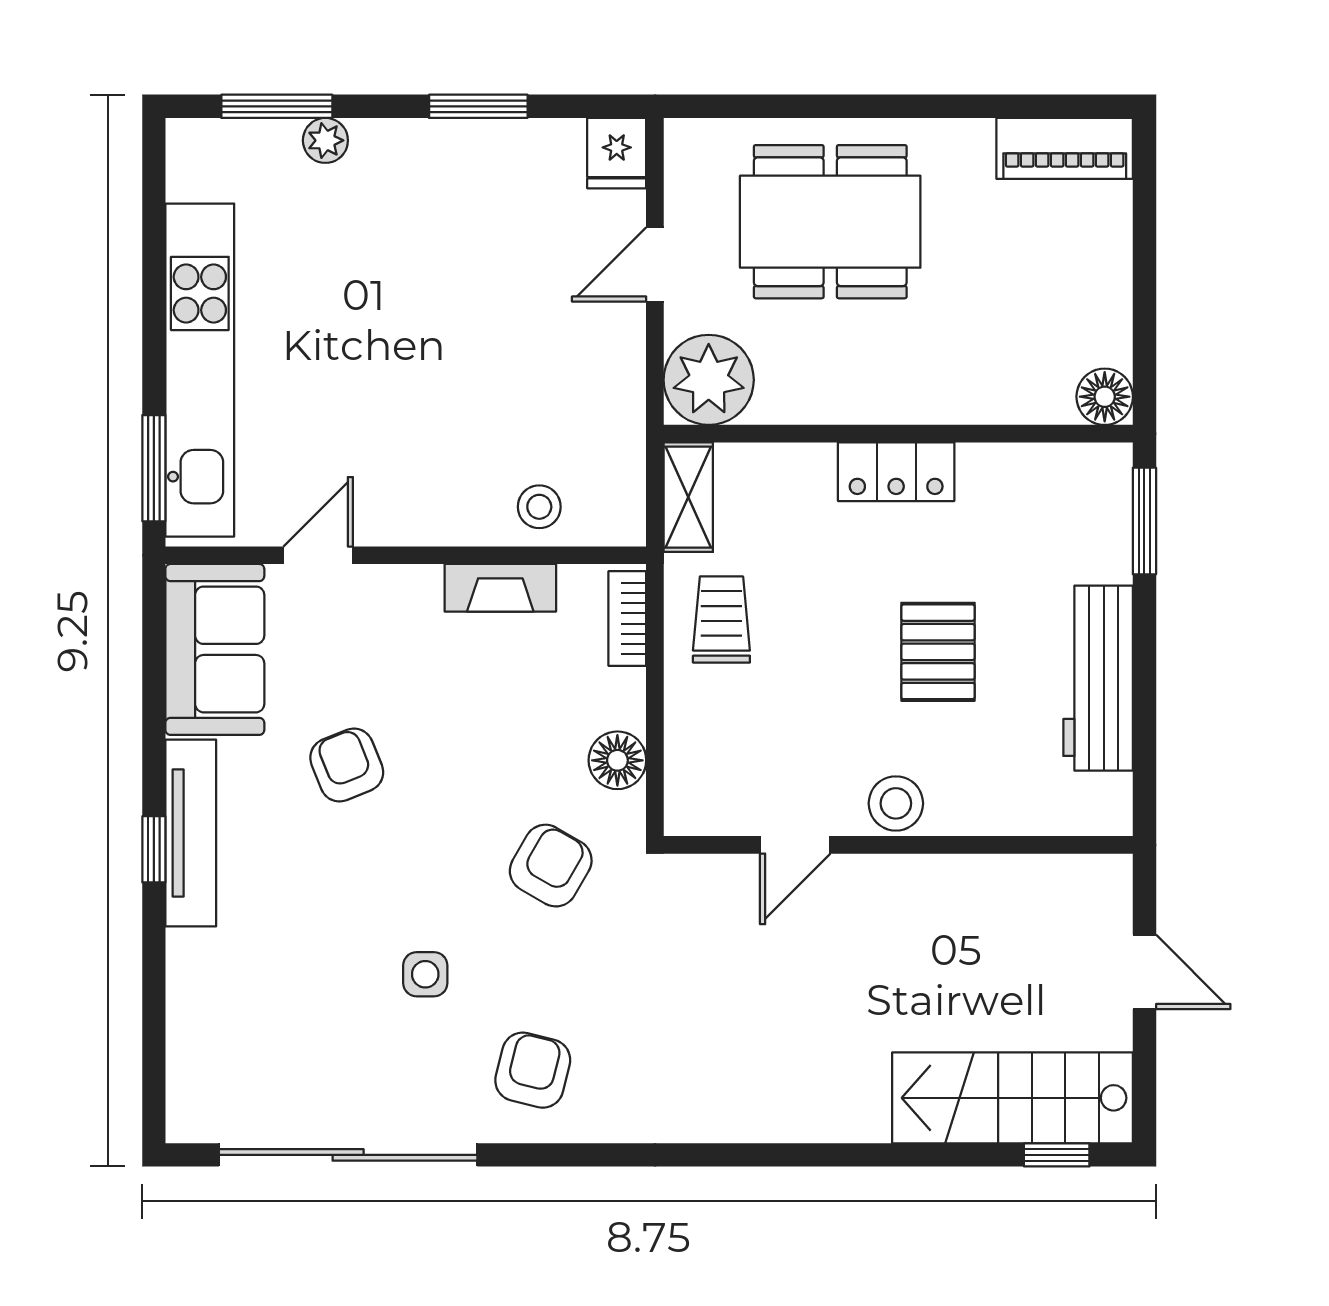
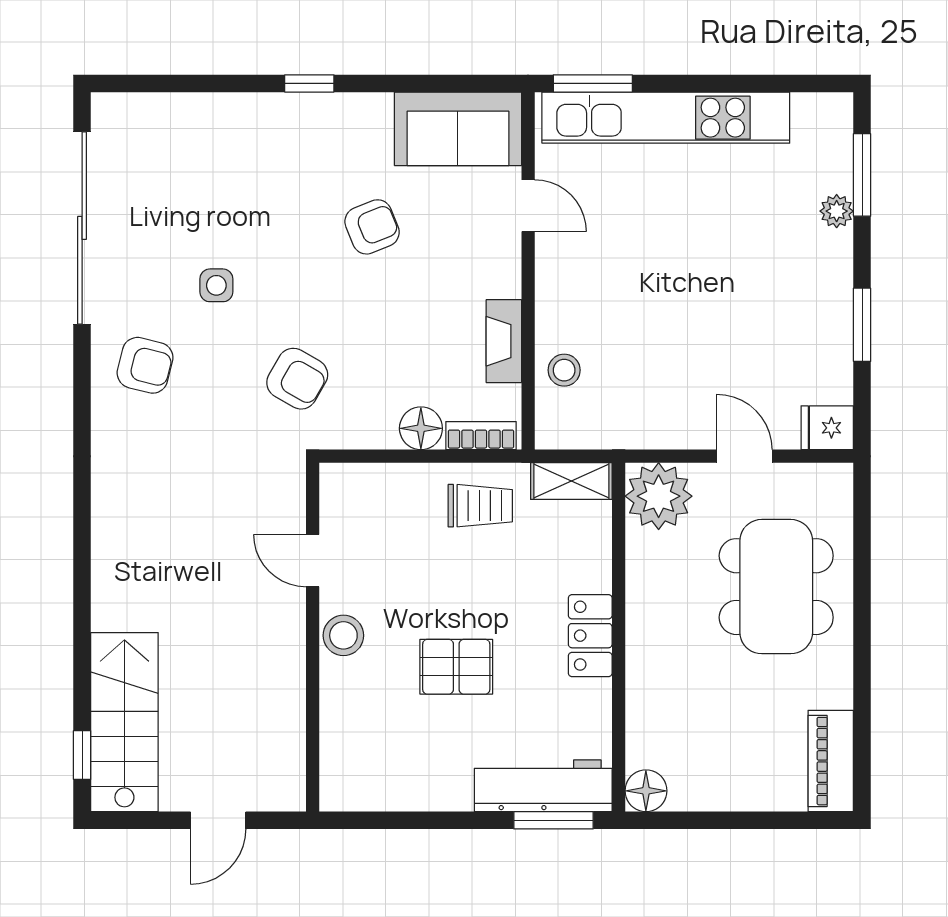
workbench: (1098, 678) -> (543, 786), moved
floor lamp: (617, 760) -> (421, 428), moved
tv unit: (191, 833) -> (321, 111), removed

